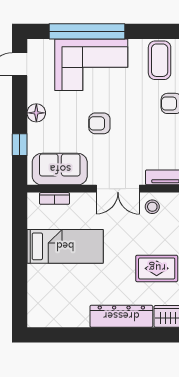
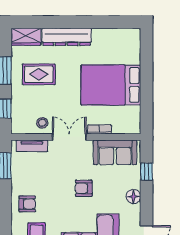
armchair: (99, 123) -> (84, 188), turned 180
bookcase: (54, 198) -> (99, 129), moved
bed: (65, 246) -> (111, 85), width x1.50

